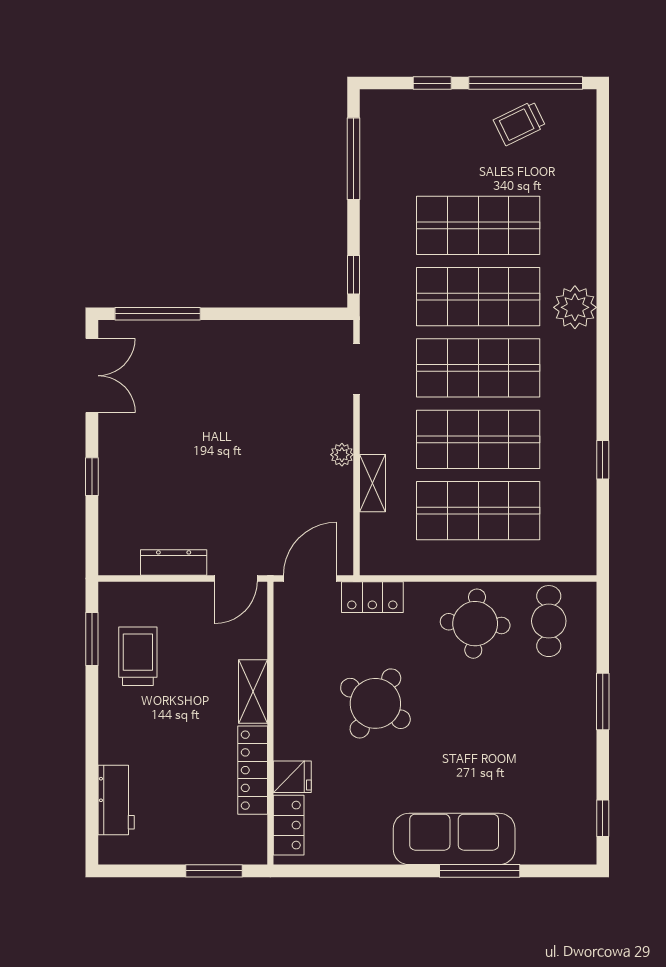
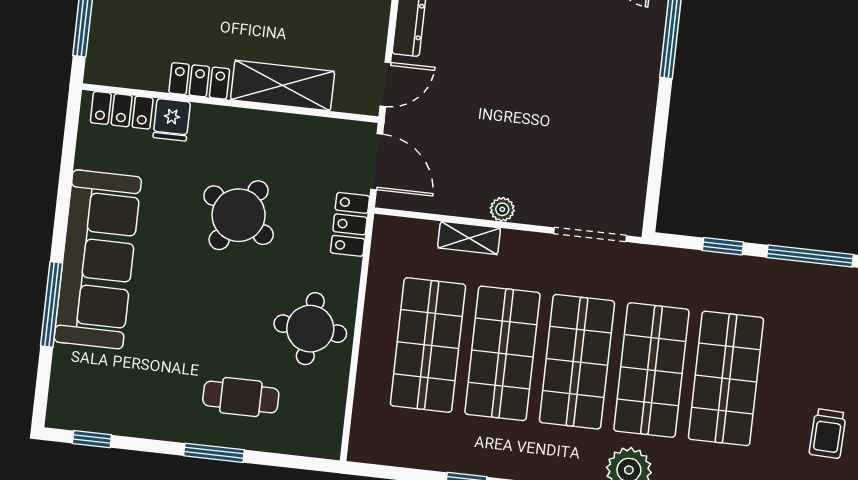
trolley: (519, 123) -> (828, 434), turned -152
window: (353, 275) -> (723, 246), moved
doorway: (357, 369) -> (590, 235), width x1.38
door: (236, 579) -> (385, 84), swing flipped
cafe table: (549, 621) -> (241, 397), moved
shelving: (253, 691) -> (283, 86), width x1.50, depth x1.33
locker: (253, 770) -> (199, 81), width x0.66
sofa: (454, 839) -> (98, 259), width x1.36, depth x1.27

